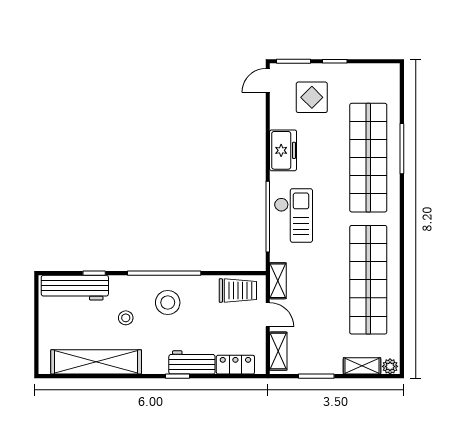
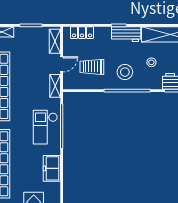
trolley: (238, 290) -> (92, 67), moved
door: (268, 315) -> (62, 64), swing flipped
workbench: (192, 362) -> (126, 34), moved

